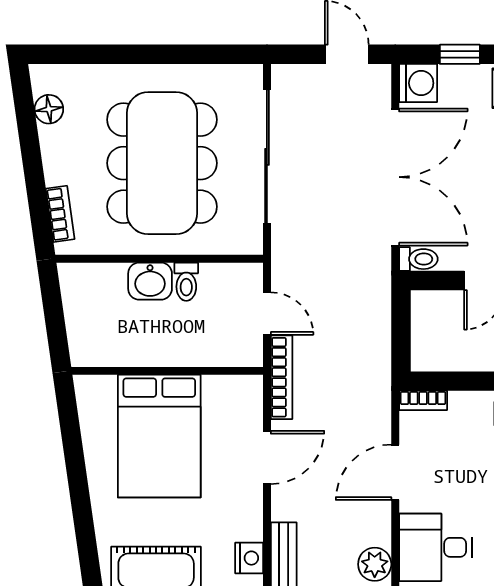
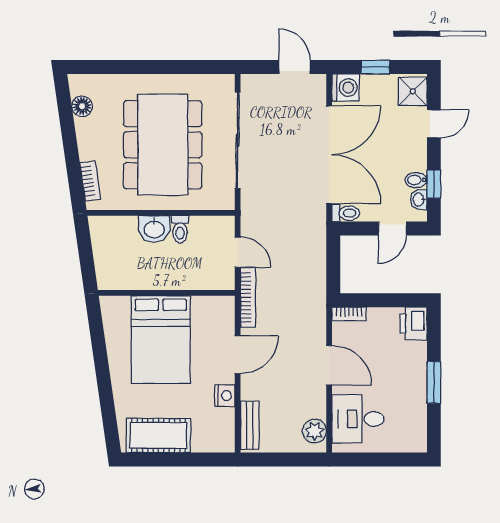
door: (395, 472) -> (329, 365), swing flipped
nightstand: (249, 558) -> (225, 396), moved

